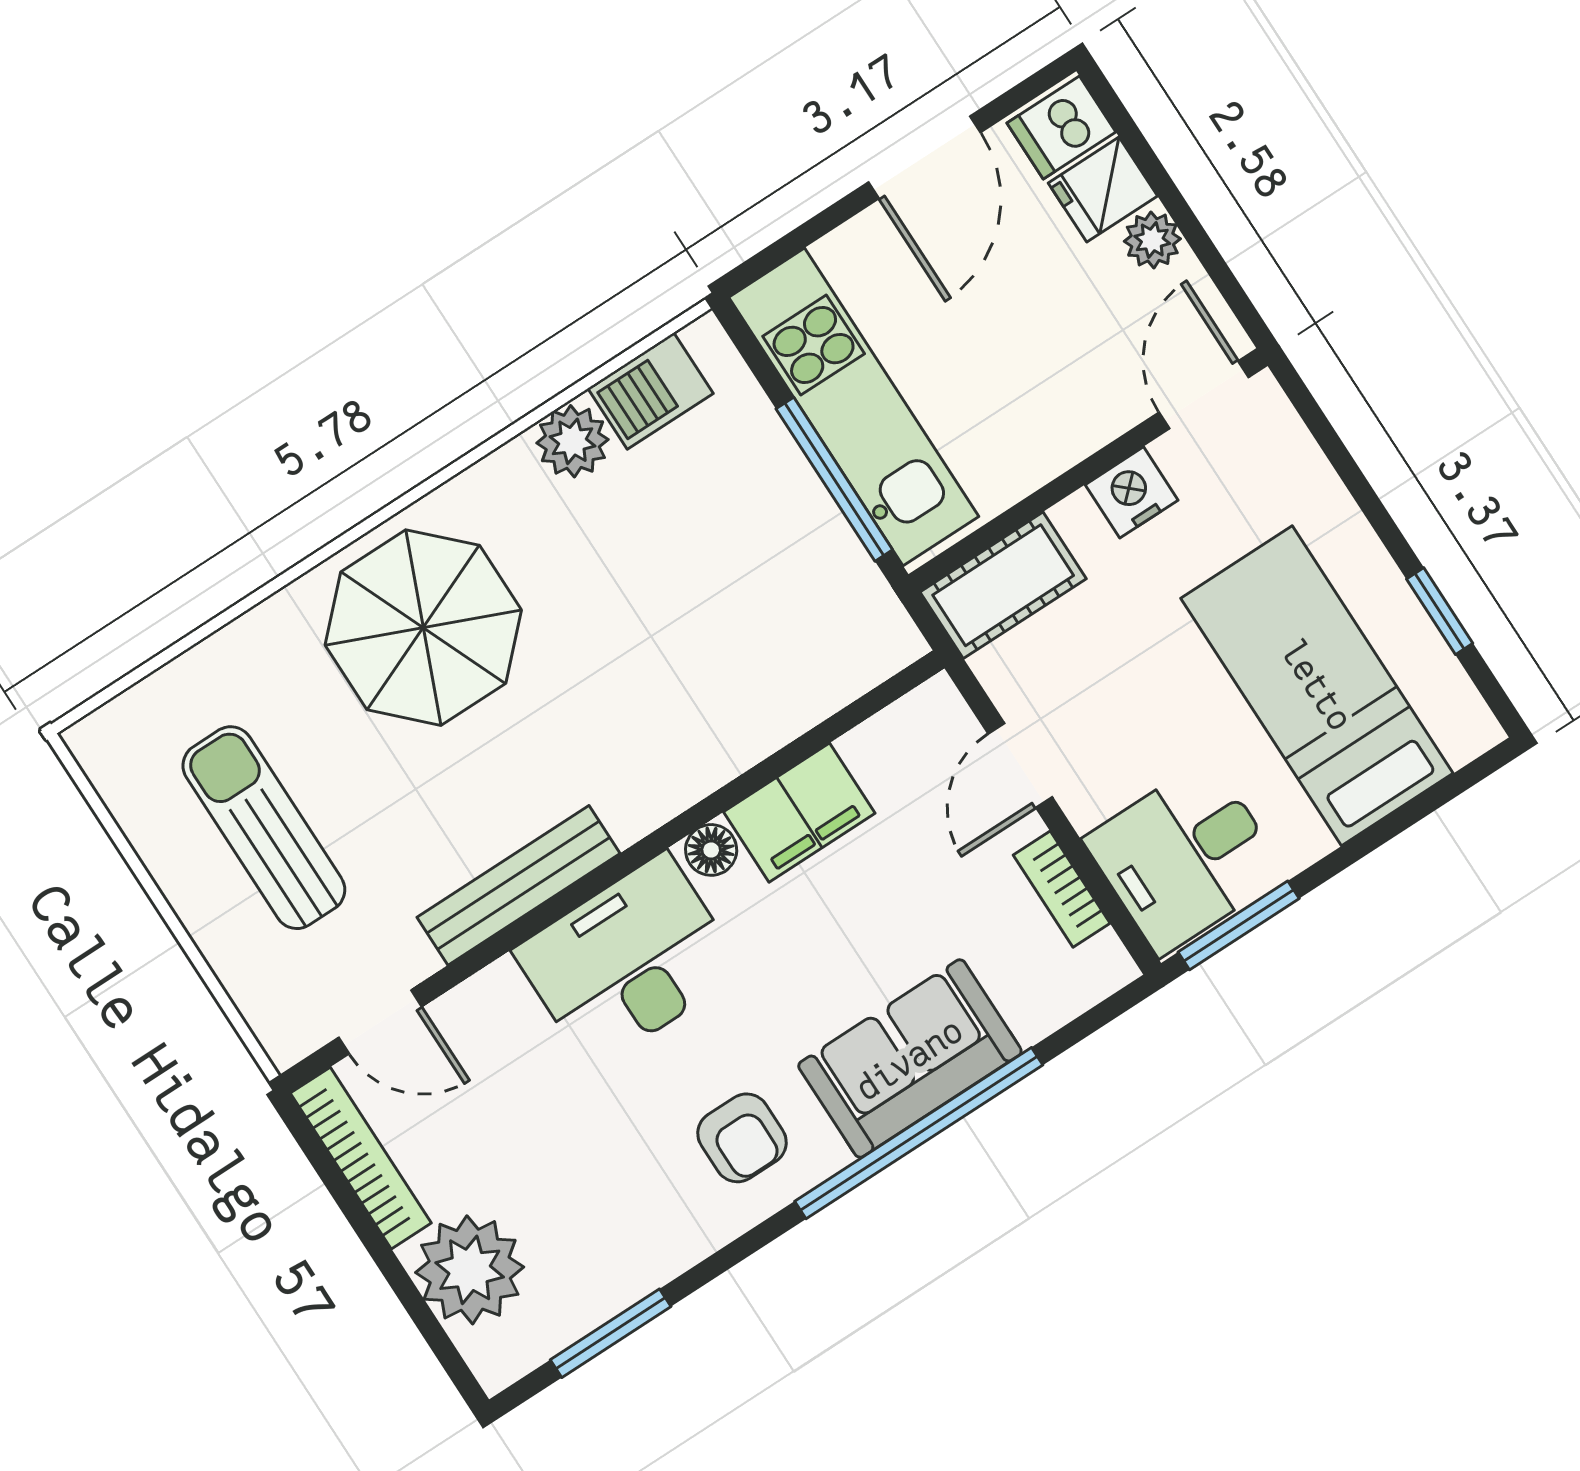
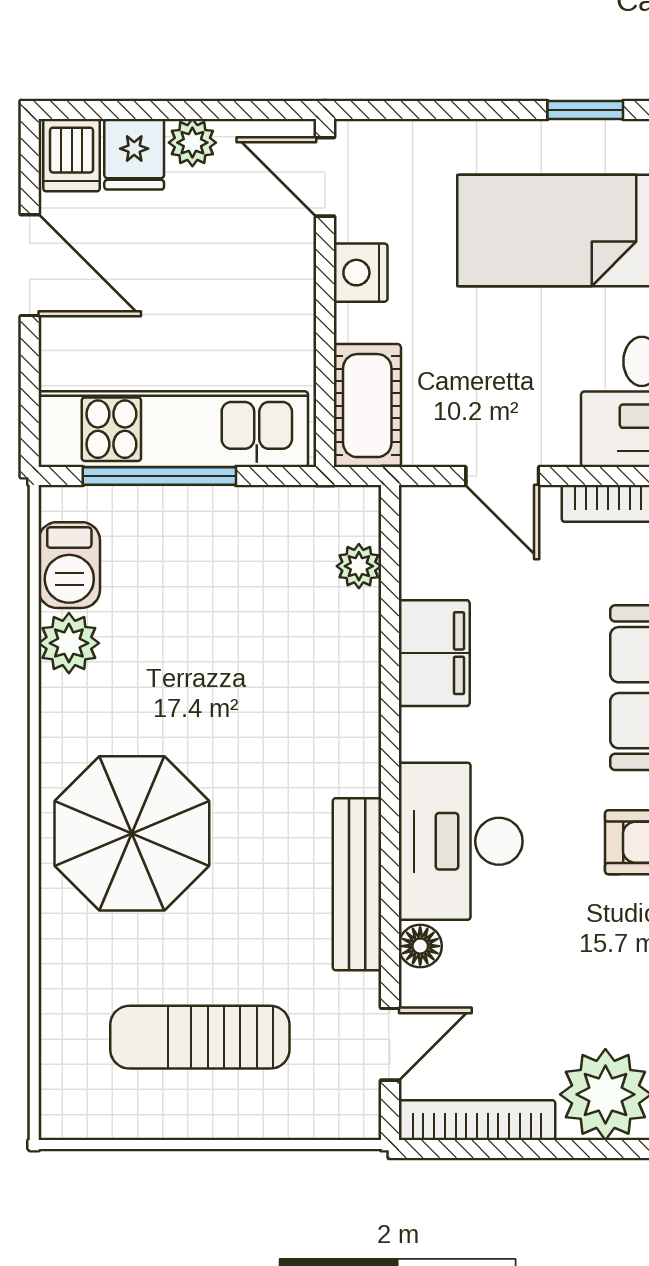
window: (834, 479) -> (159, 476), moved
plant: (837, 681) -> (359, 566), added
floor lamp: (711, 850) -> (420, 946), moved

